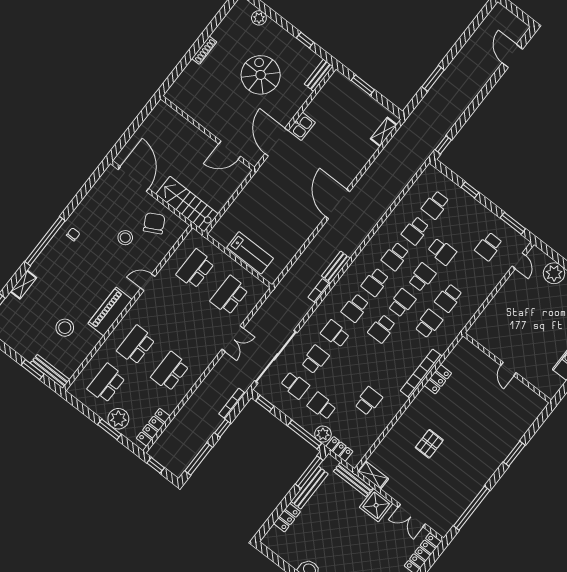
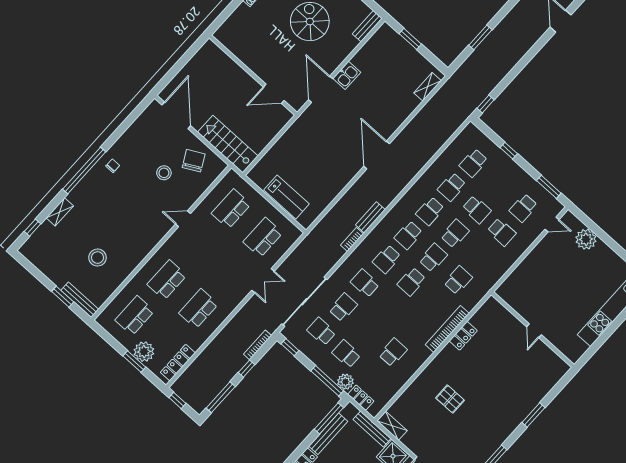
door: (519, 261) -> (552, 224), hinge flipped
school desk: (449, 298) -> (502, 232), moved, turned -90
piano: (110, 312) -> (143, 245), removed
school desk: (295, 385) -> (321, 331), turned 180
pallet: (429, 444) -> (450, 399), turned 90

